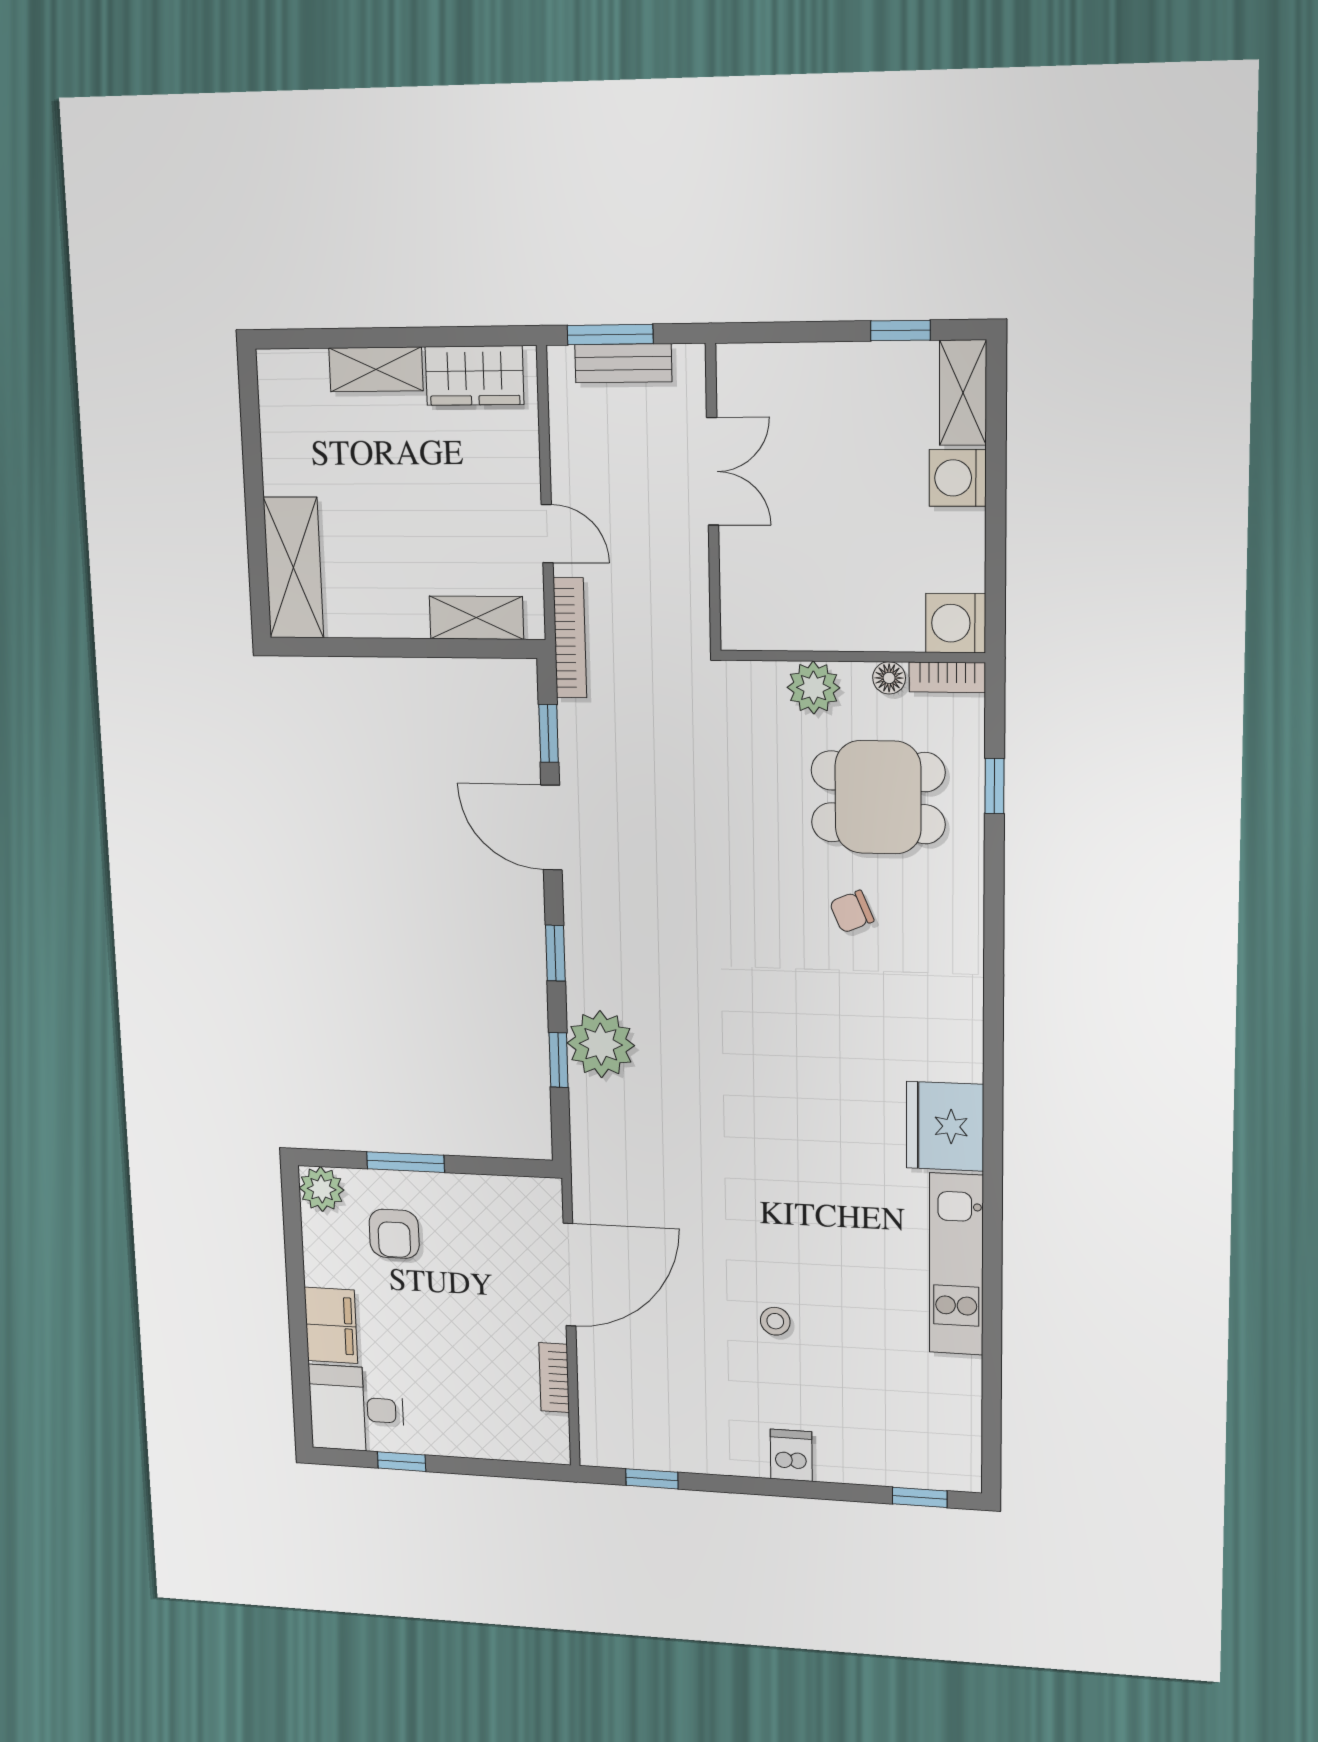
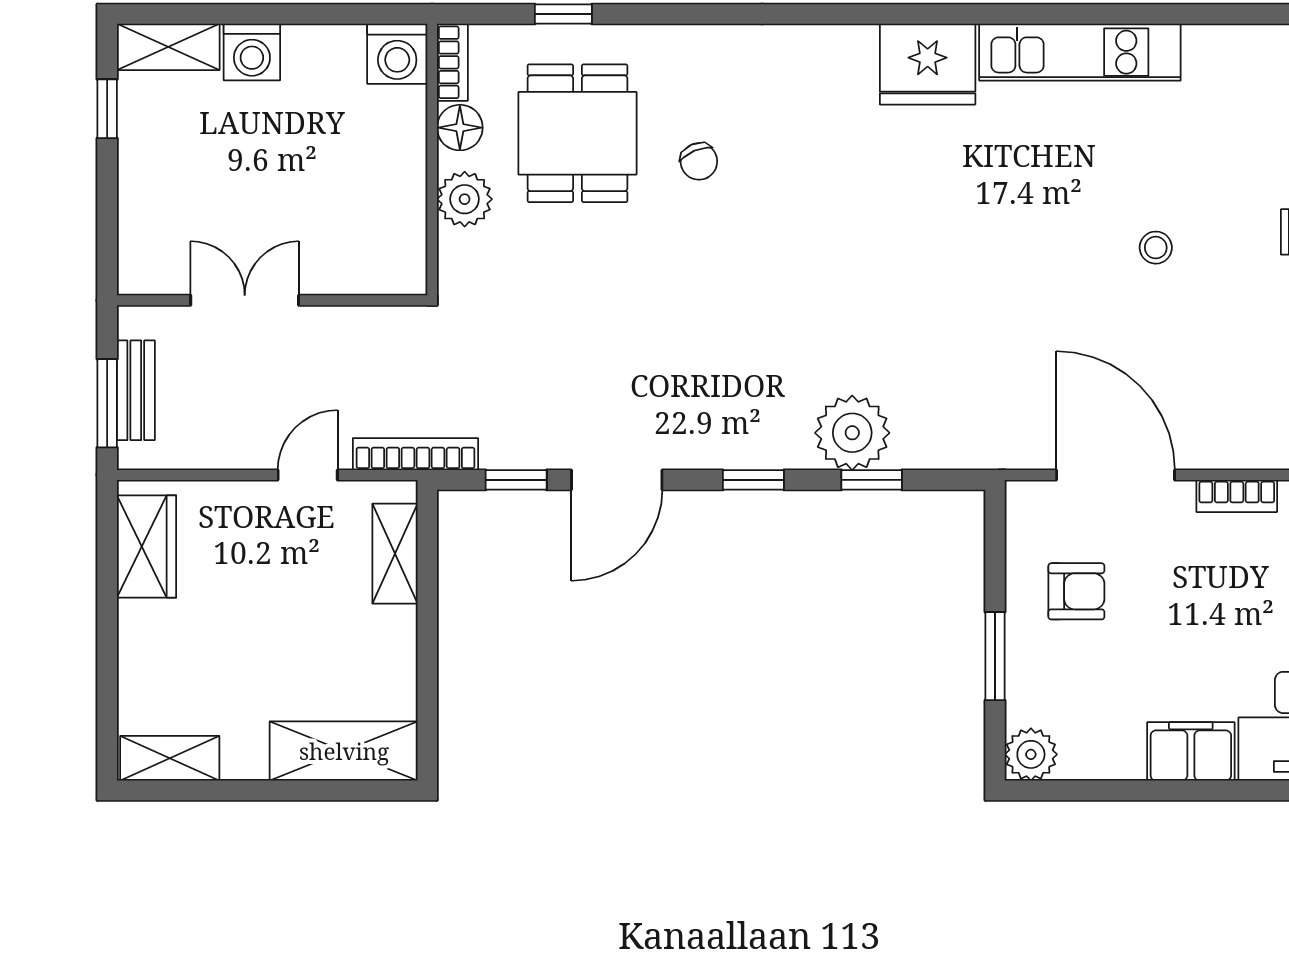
shelving: (376, 369) -> (170, 758), moved, turned 90
floor lamp: (889, 678) -> (460, 128), width x1.37, depth x1.37
armchair: (394, 1234) -> (1076, 591), moved

